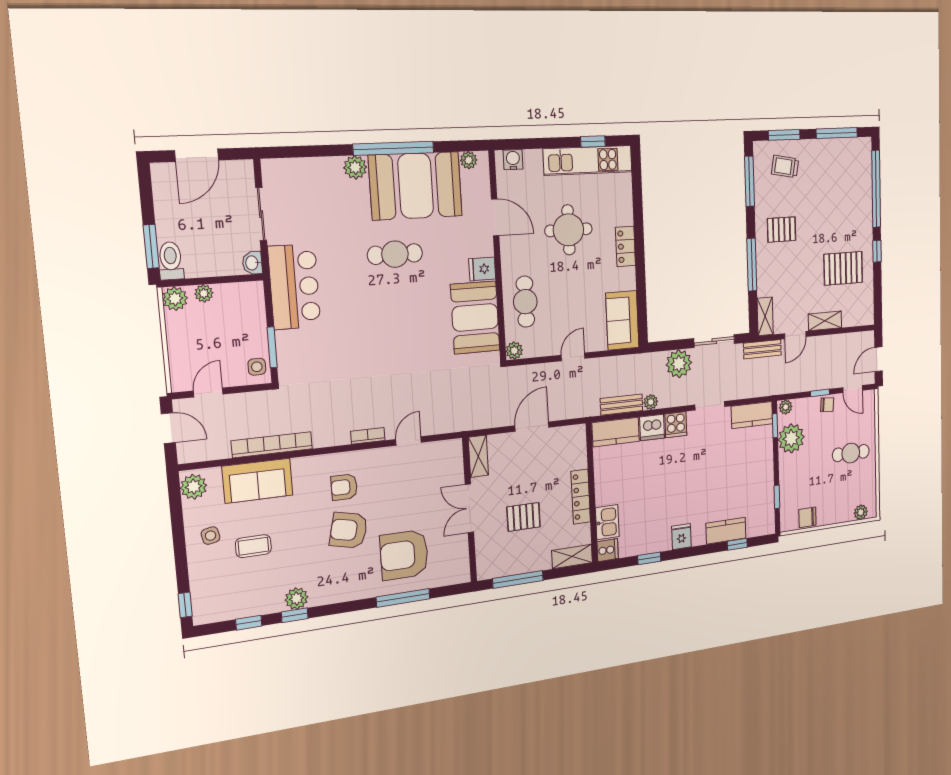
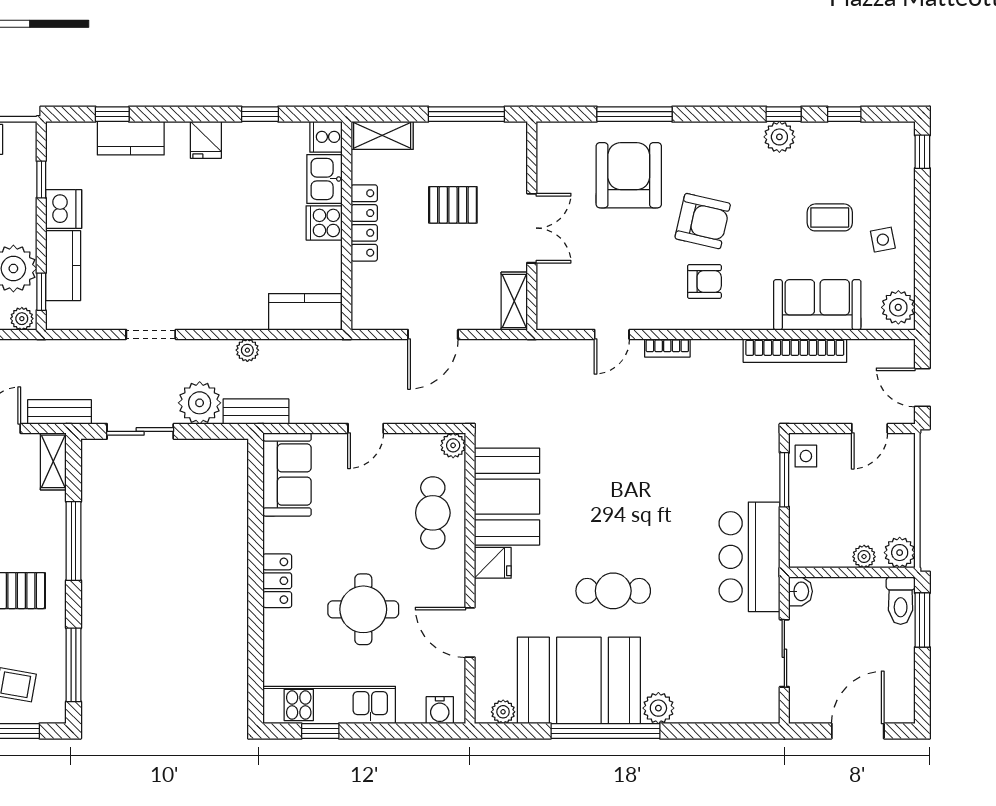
bench: (622, 405) -> (256, 411), moved
kitchen counter: (752, 415) -> (63, 266), moved, turned 90
cooker: (676, 425) -> (324, 223), moved, turned -90
dishwasher: (652, 428) -> (64, 209), moved, turned 90
armchair: (404, 555) -> (629, 175), turned -90

